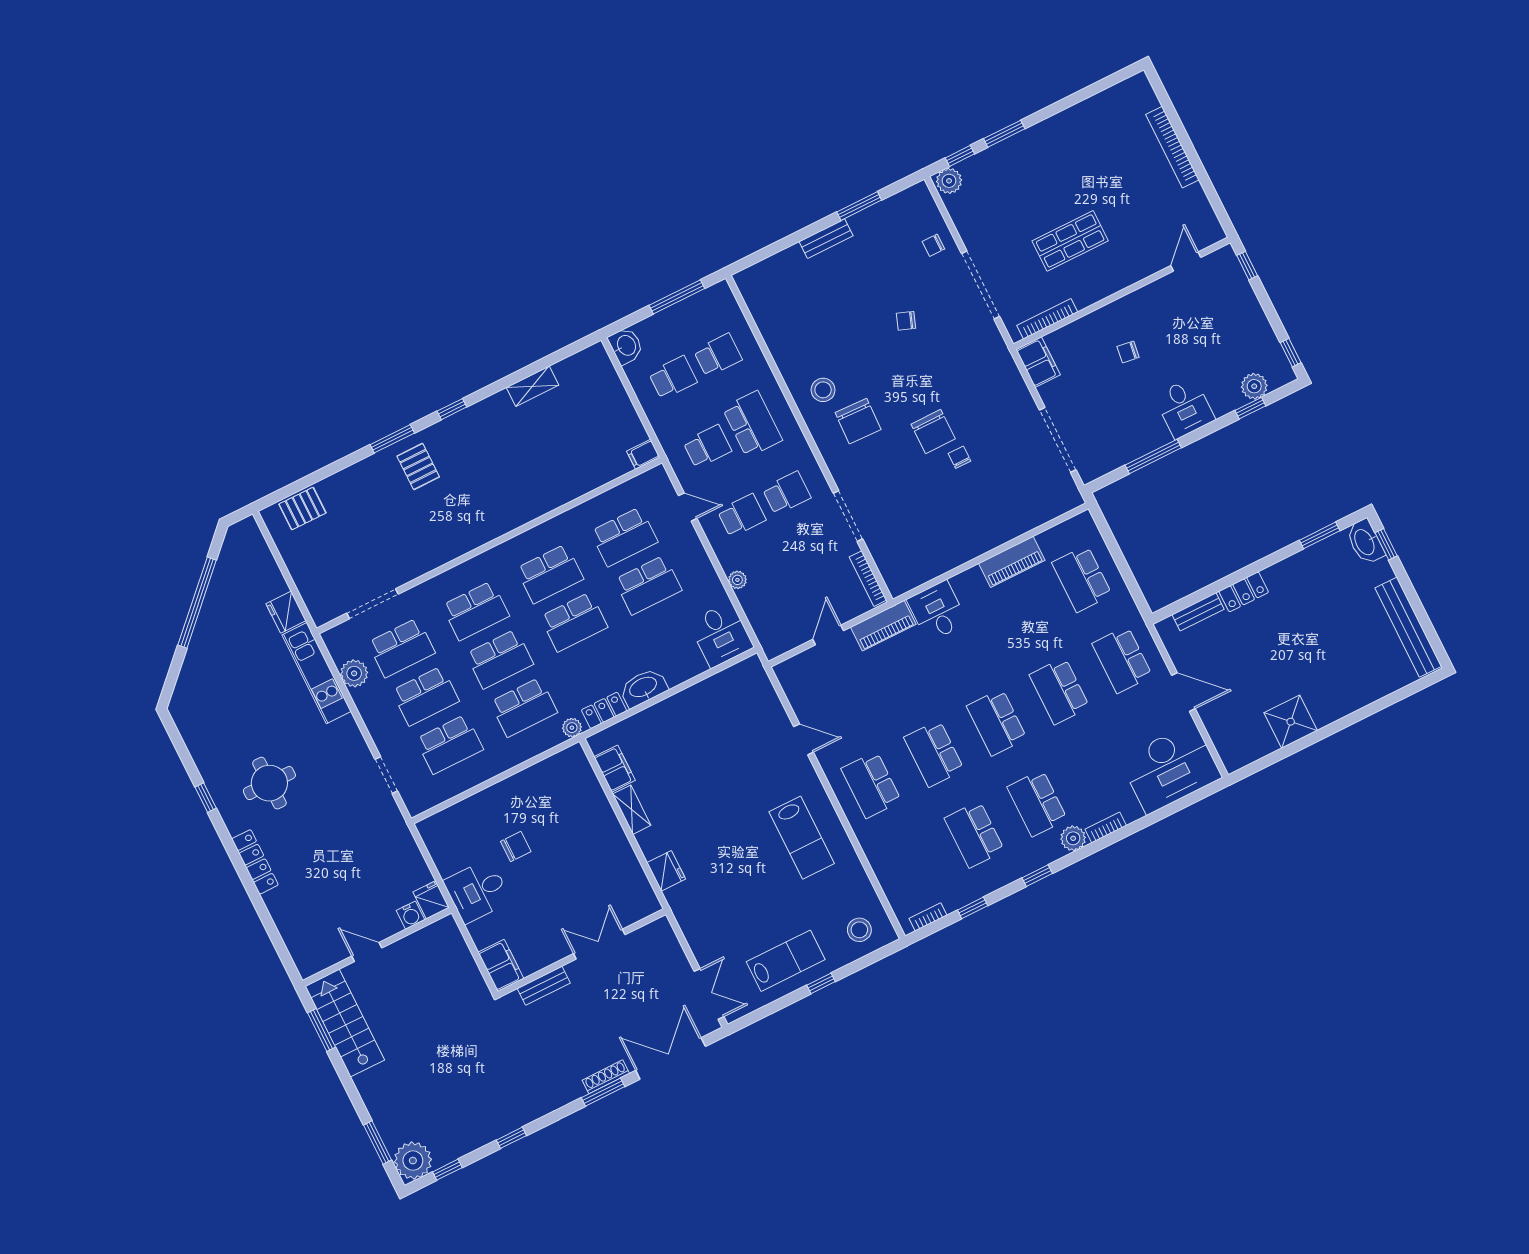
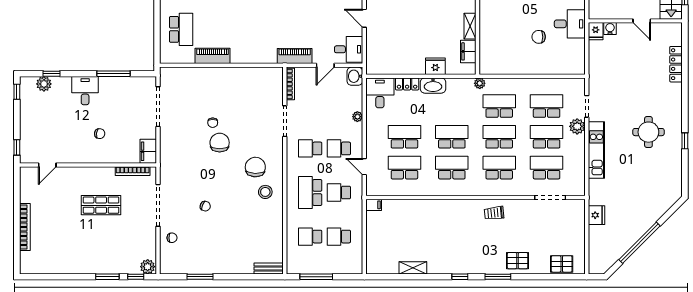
bench: (826, 239) -> (269, 268), moved
washbasin: (626, 346) -> (355, 76), moved
pallet: (418, 466) -> (518, 261), moved, turned 90
trolley: (448, 536) -> (494, 213), added
desk: (937, 611) -> (349, 49), moved, turned -90
kitchen unit: (317, 673) -> (596, 150), moved
plant: (354, 673) -> (577, 126), moved
locker: (604, 710) -> (407, 84), moved
fridge: (655, 720) -> (435, 66), added
locker: (255, 862) -> (676, 64), moved

